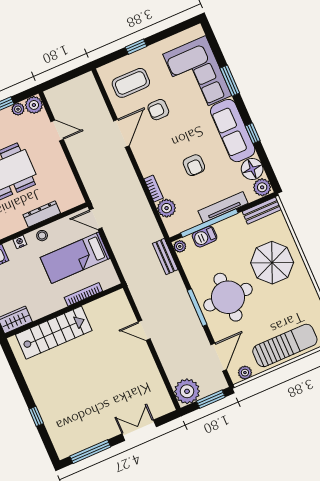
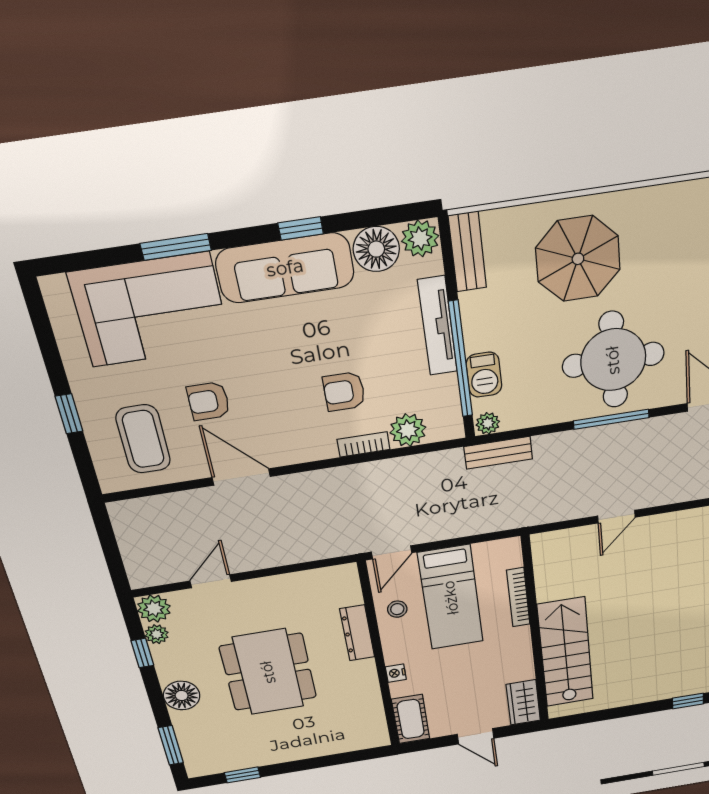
armchair: (158, 110) -> (209, 401), turned 90
armchair: (194, 165) -> (344, 392), moved, turned 180
stool: (42, 236) -> (397, 609), moved

